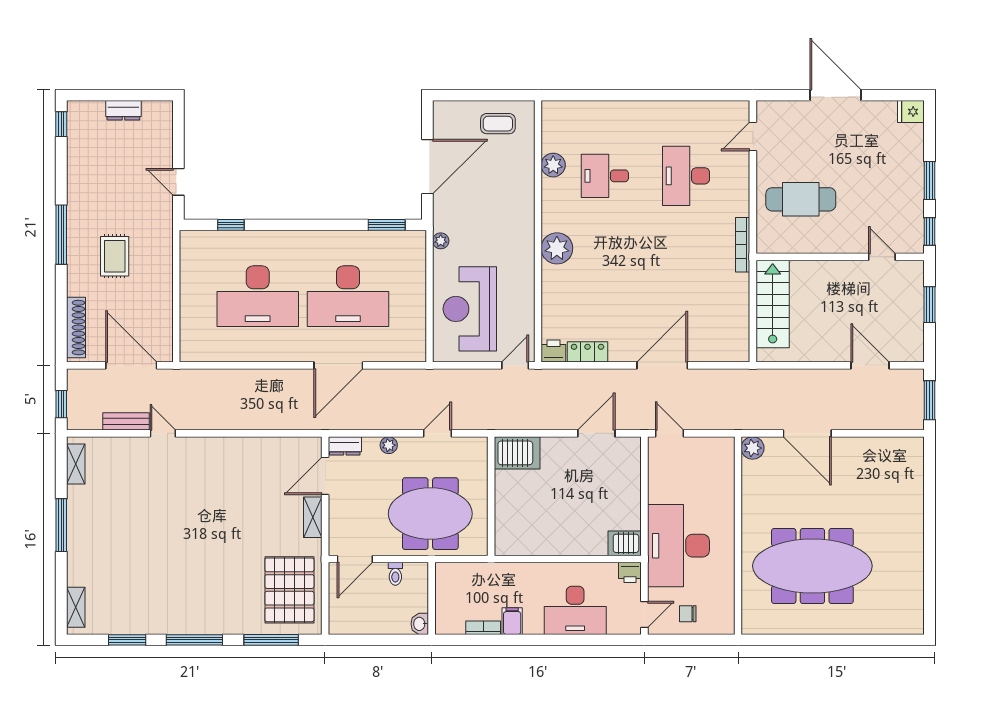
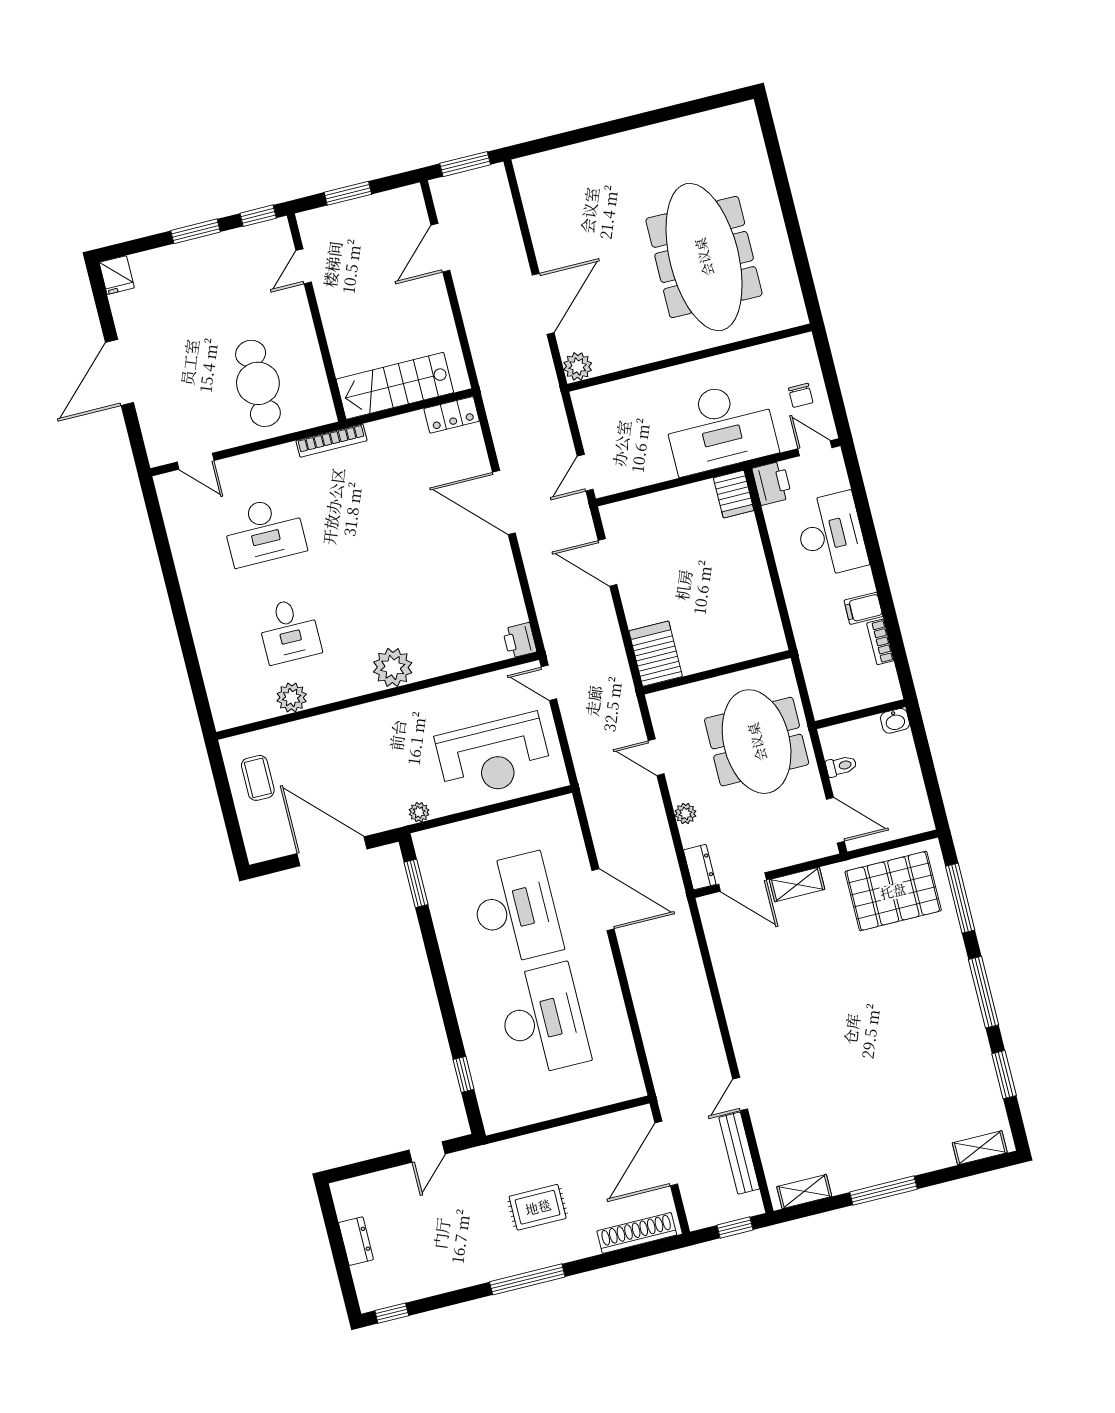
locker: (588, 352) -> (452, 415), moved, turned -90
bench: (126, 421) -> (739, 1153), width x1.36
printer: (630, 572) -> (772, 483), width x1.36, depth x1.24

